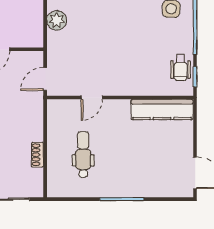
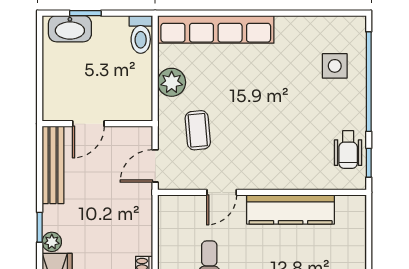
coffee table: (75, 54) -> (198, 130), added
kitchen counter: (162, 109) -> (291, 209), moved

